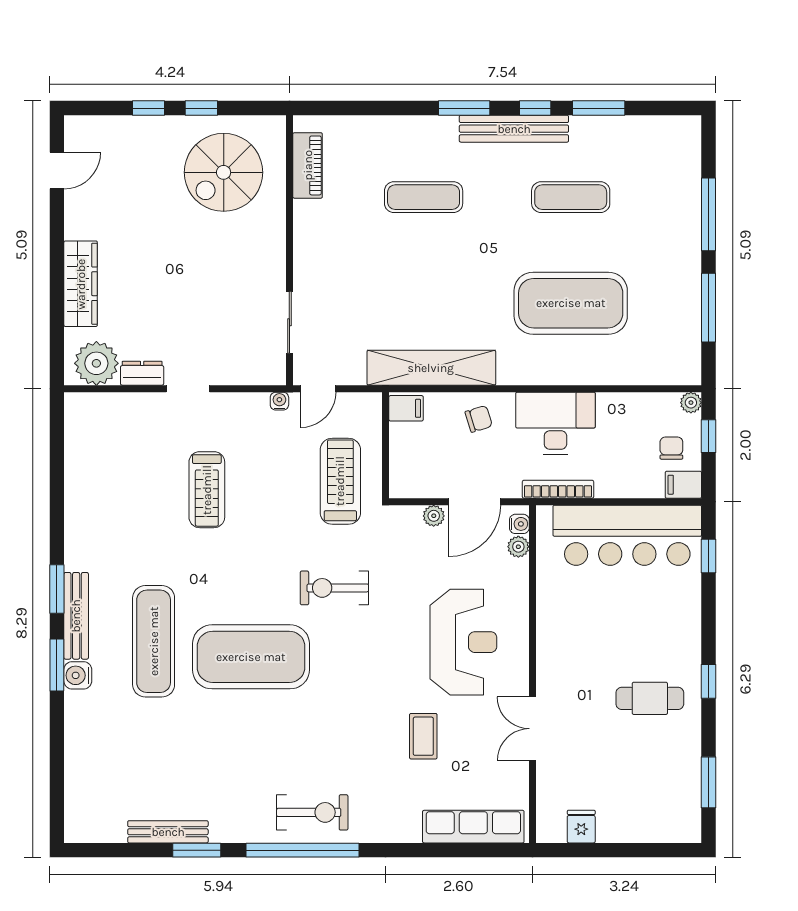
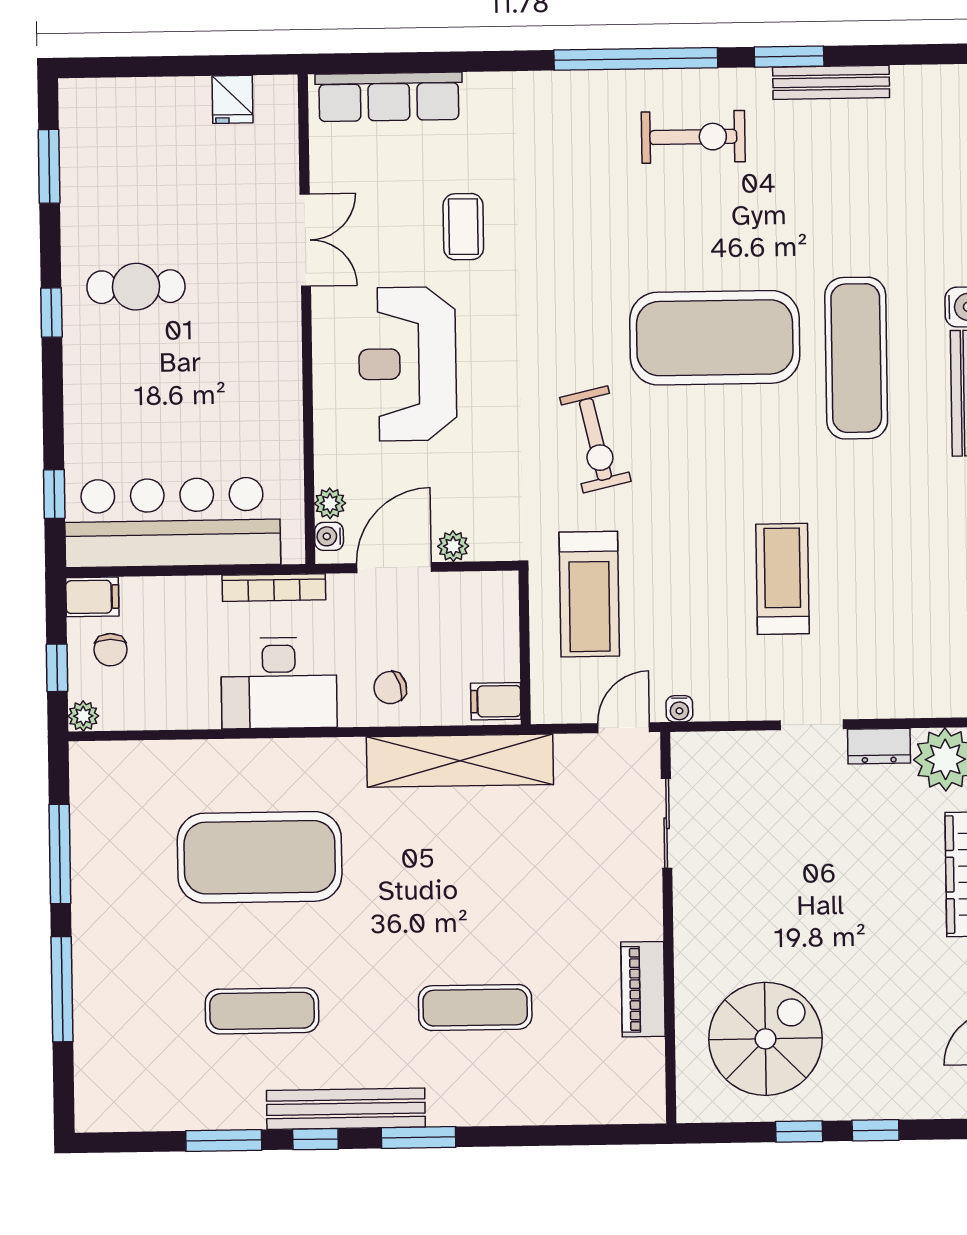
piano: (308, 165) -> (643, 989), moved
exercise bike: (334, 588) -> (595, 439), turned 77
exercise bike: (312, 812) -> (693, 137), moved, turned 180

